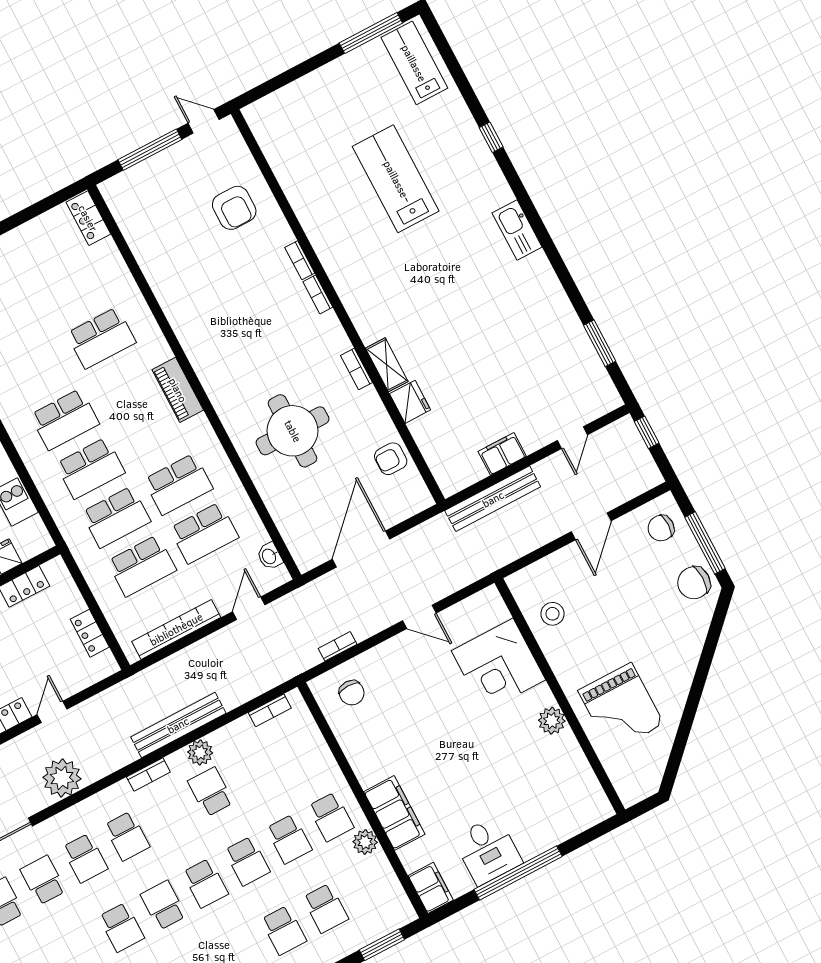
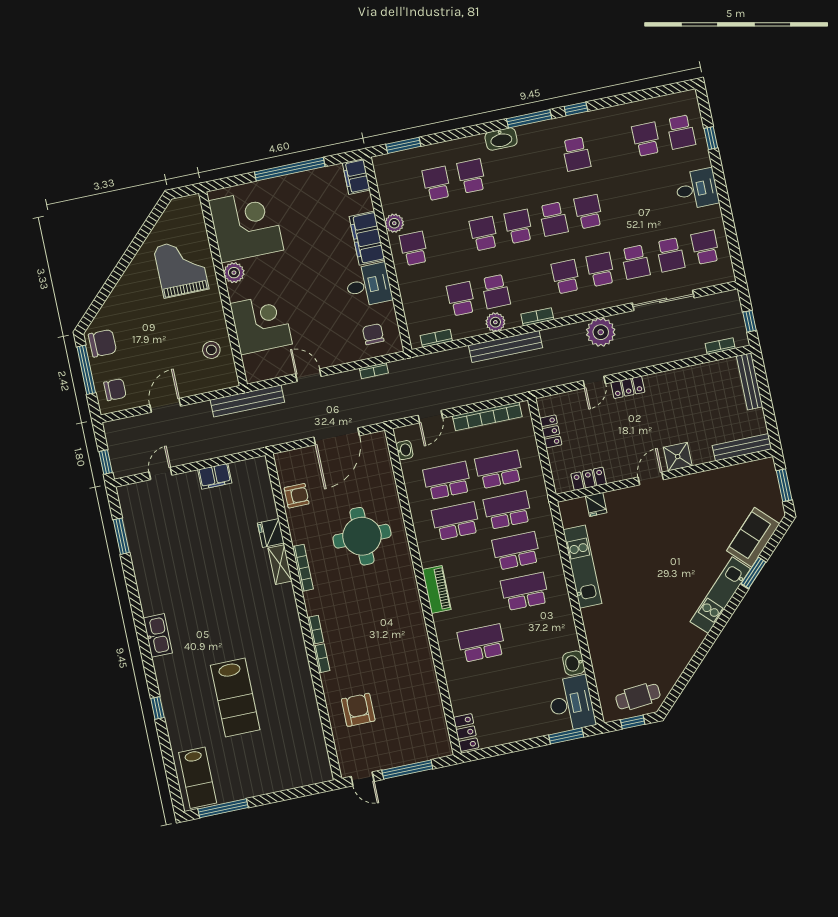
bookcase: (357, 369) -> (303, 568), width x1.56
bench: (493, 499) -> (247, 401), moved
corner desk: (553, 785) -> (246, 225), added
school desk: (289, 839) -> (461, 299), moved
desk: (488, 850) -> (369, 285), moved, turned 90

